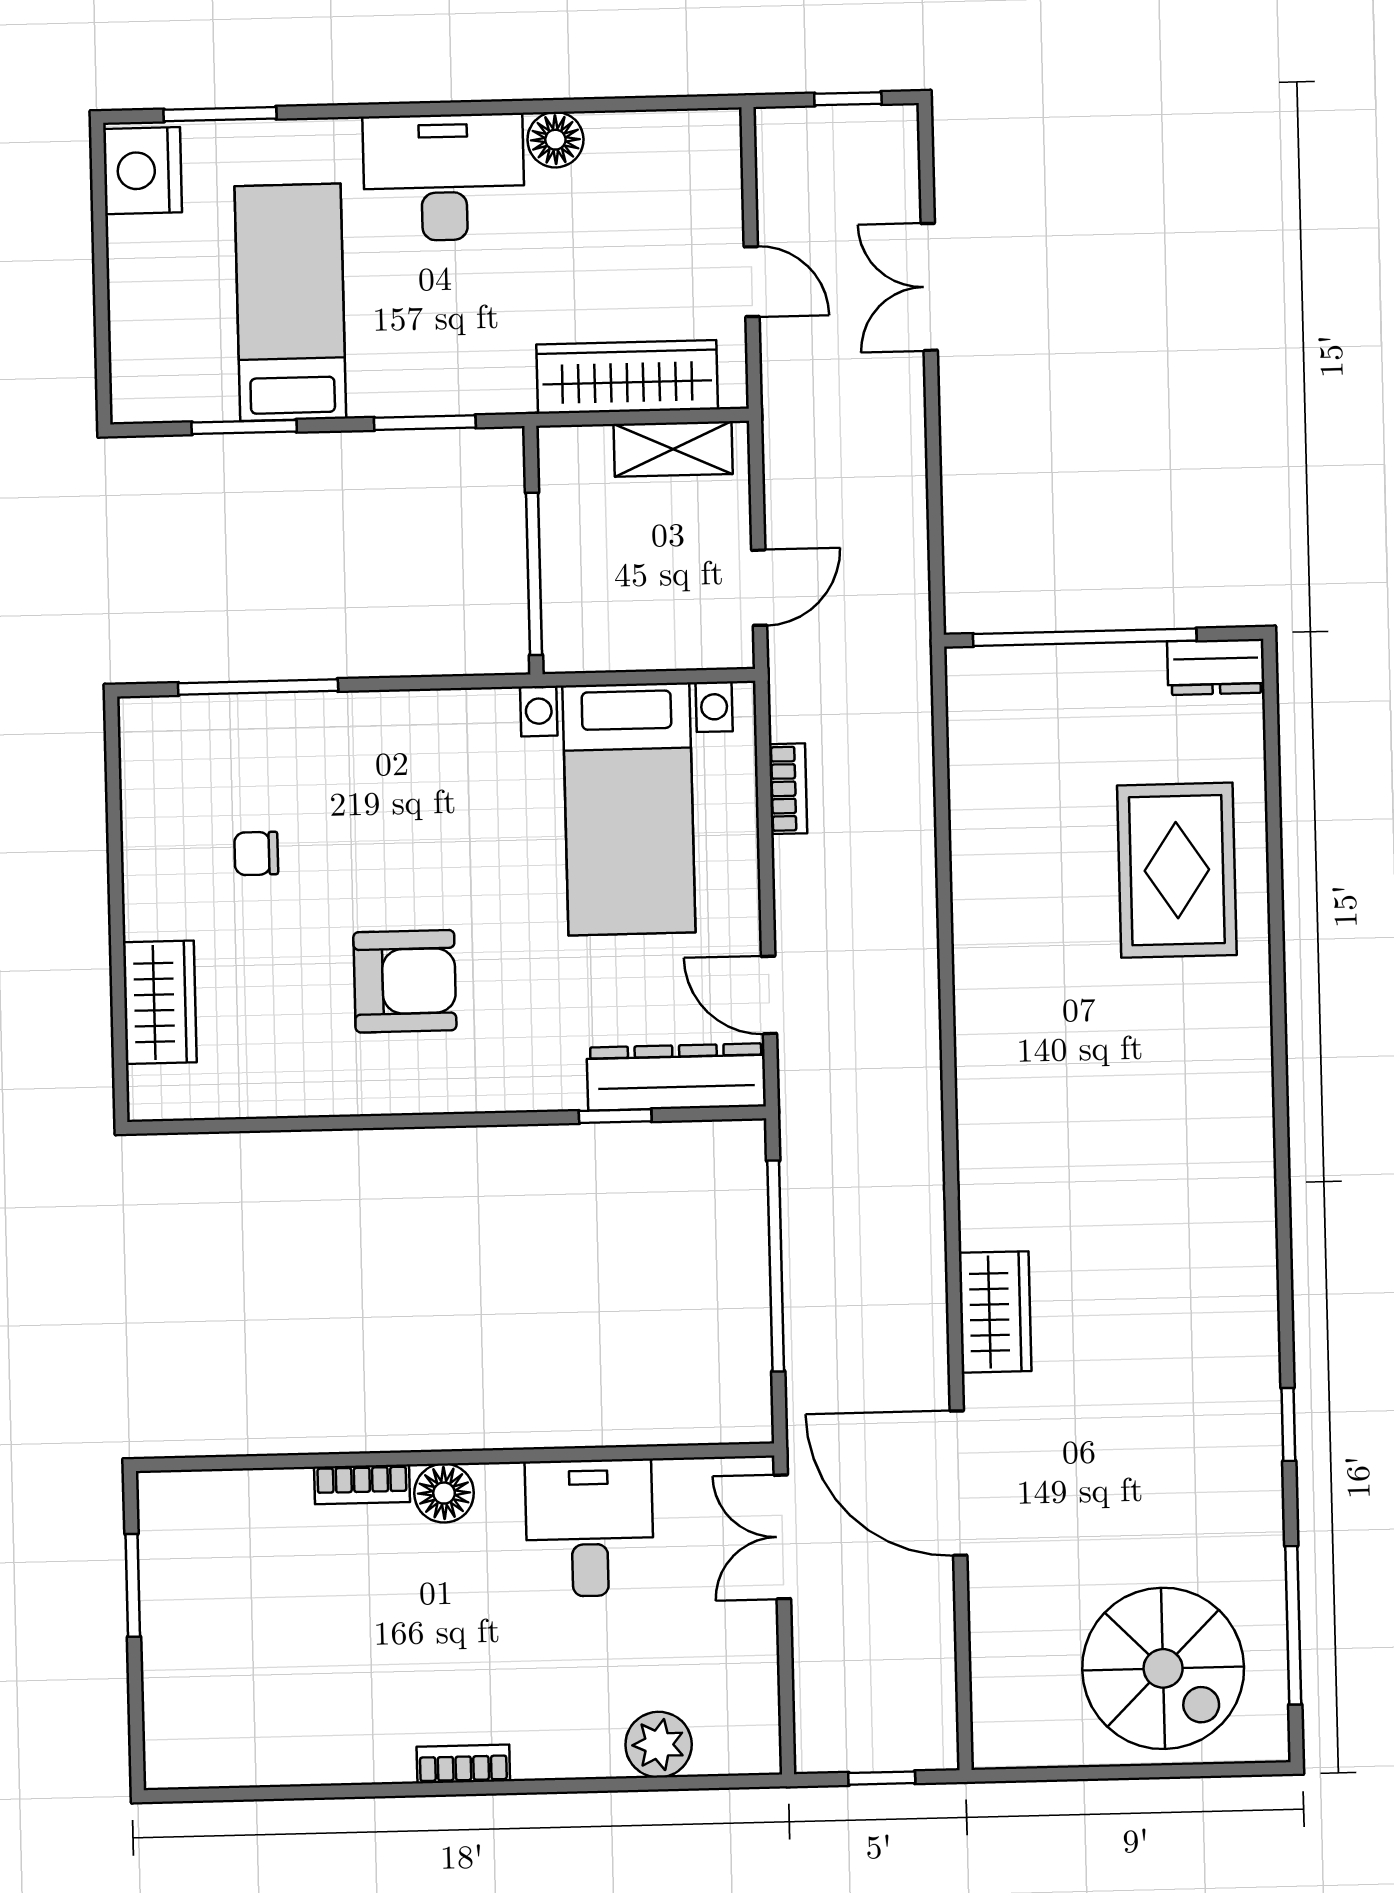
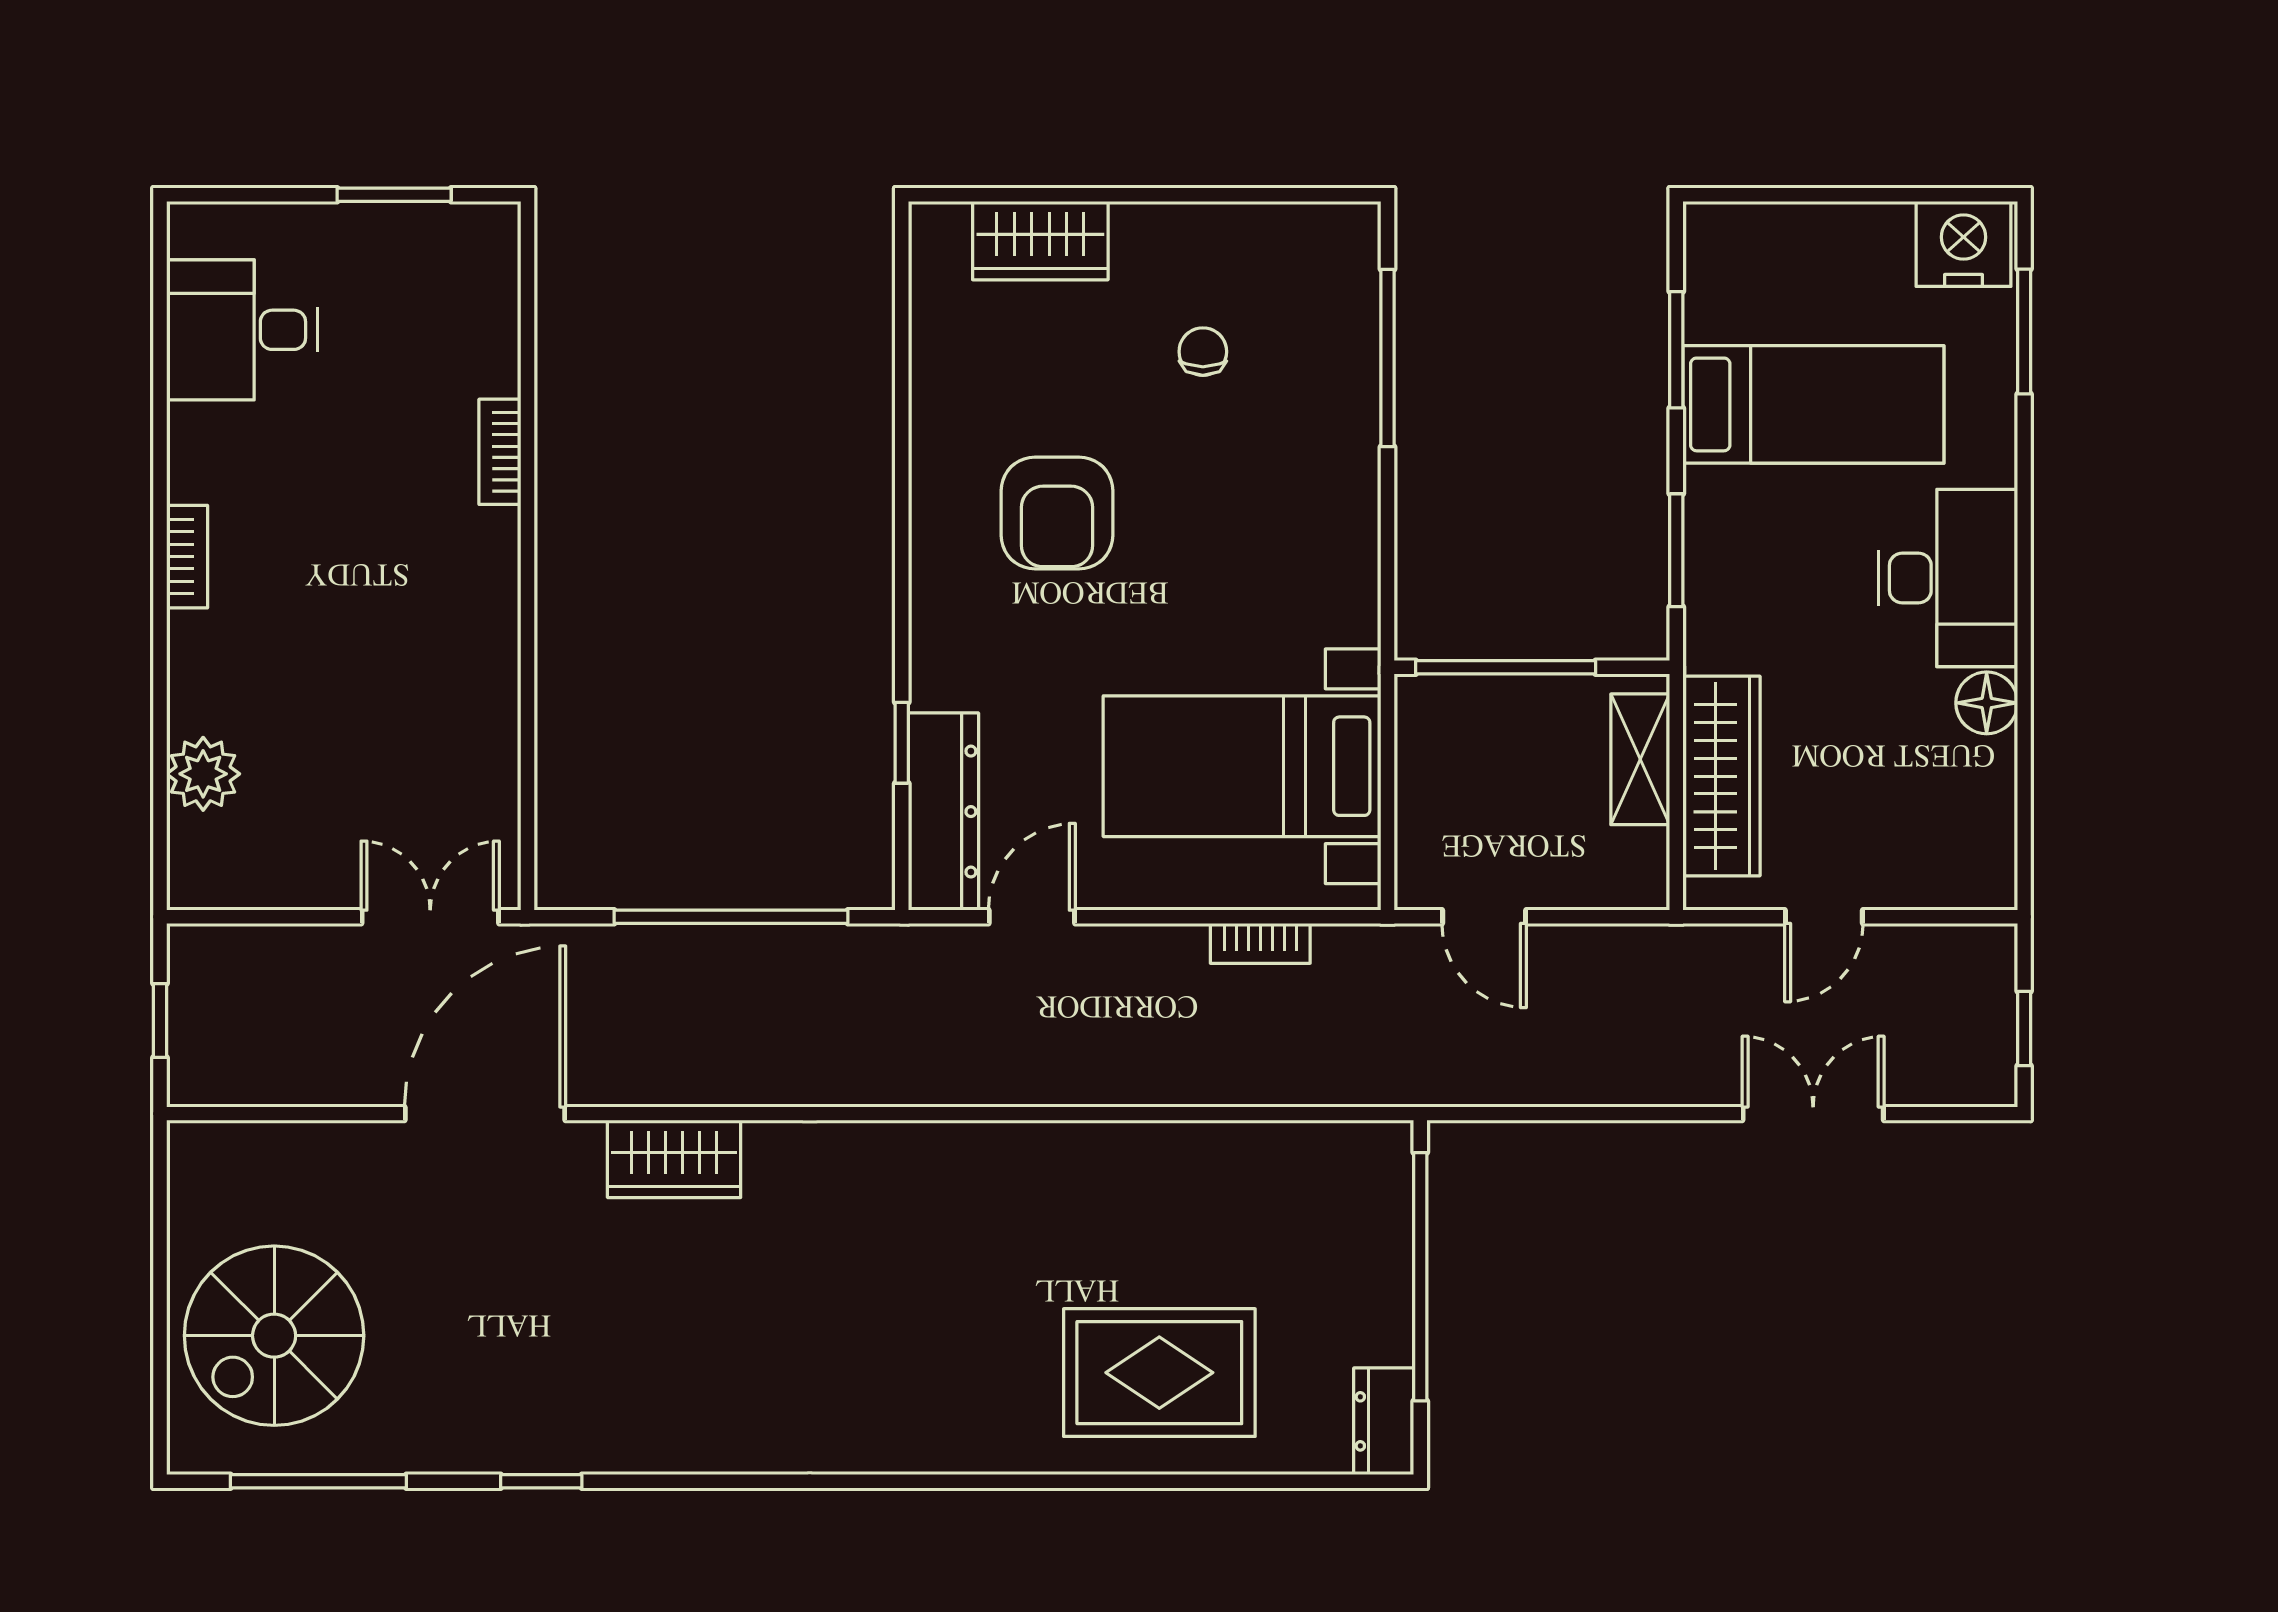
shelving: (673, 449) -> (1640, 759), moved
floor lamp: (444, 1493) -> (488, 543), removed
desk: (589, 1528) -> (242, 330), moved, turned 180

